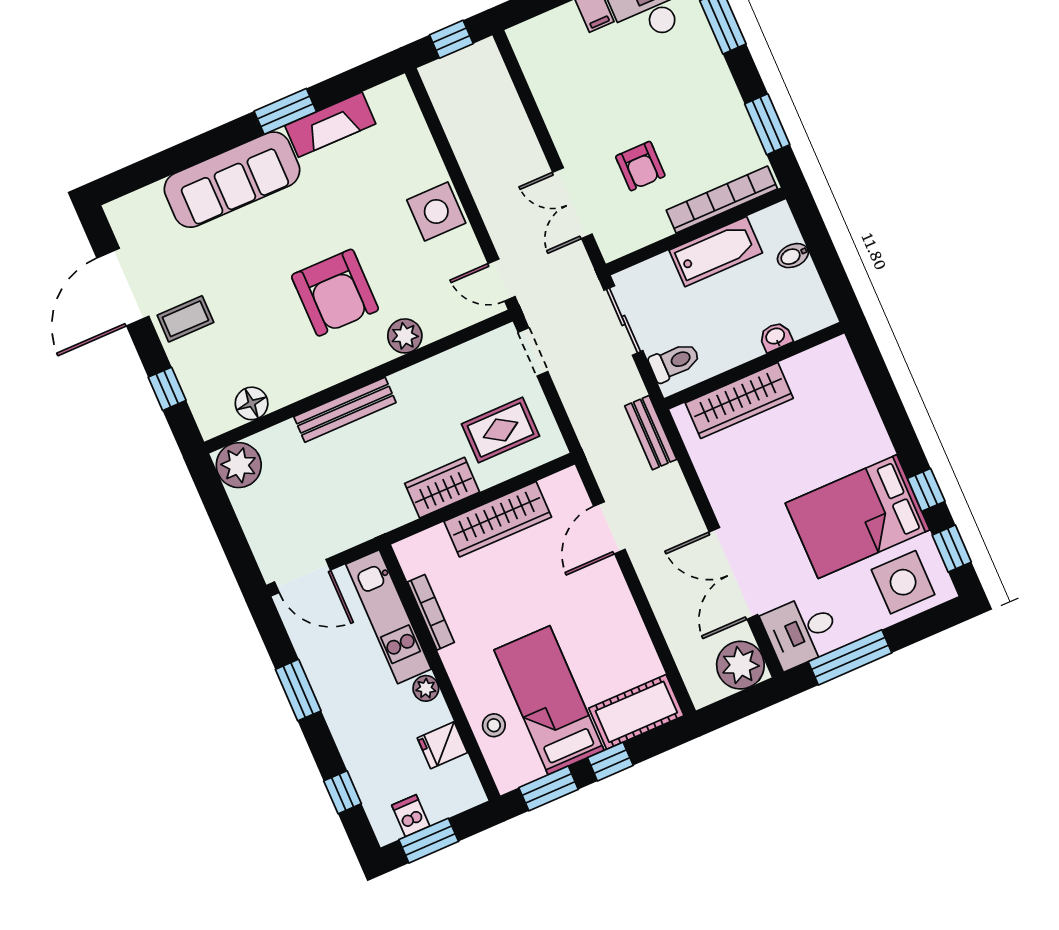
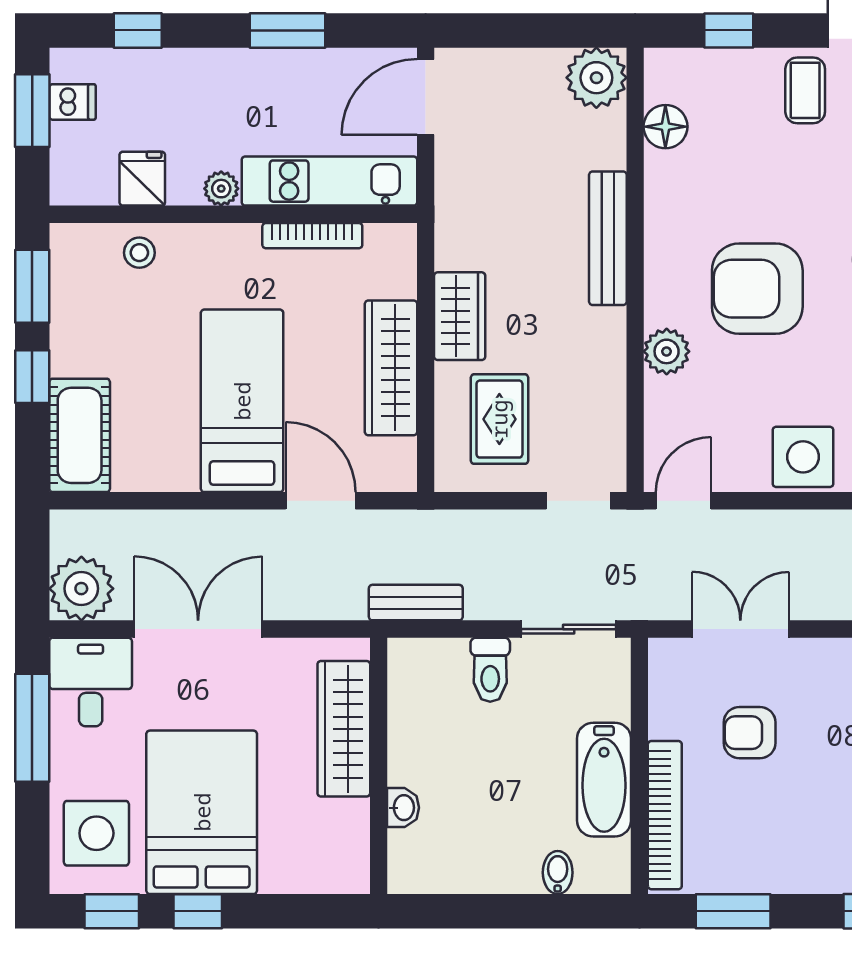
washbasin: (775, 337) -> (403, 808), moved
wall: (754, 366) -> (379, 766), moved
wardrobe: (739, 401) -> (344, 729), moved
bed: (549, 700) -> (242, 401), moved, turned -90

